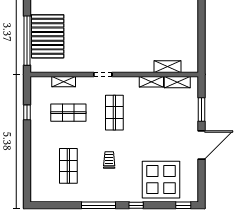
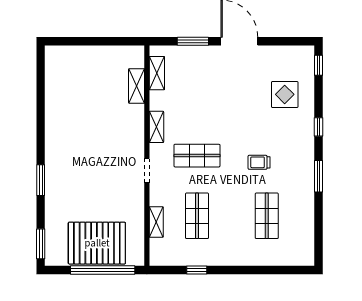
shelving: (151, 82) -> (156, 127), moved
shop shelf: (68, 166) -> (267, 216), turned 90
display table: (161, 180) -> (285, 94), width x0.54, depth x0.54
window: (99, 205) -> (318, 176), width x0.69

